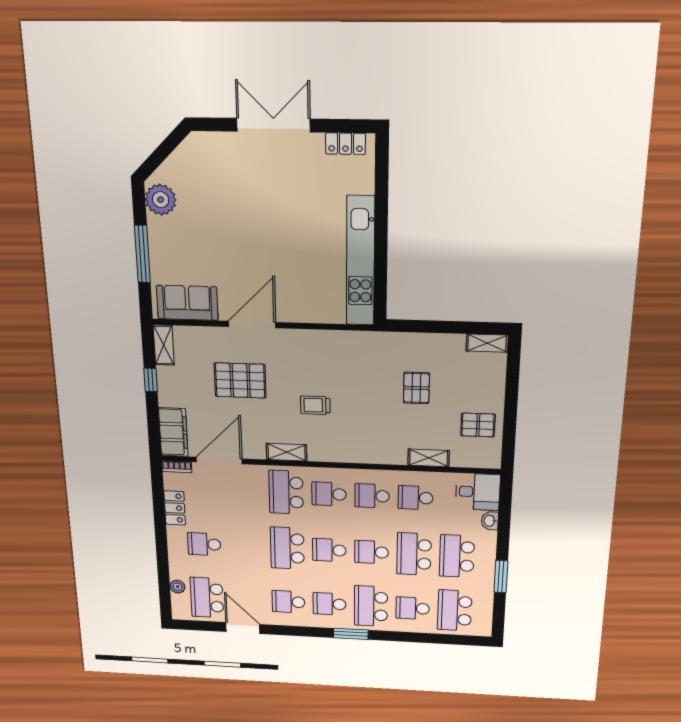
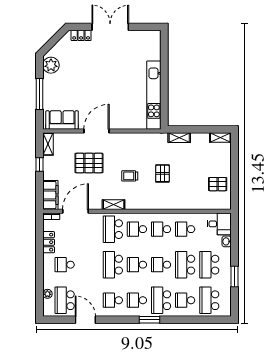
locker: (345, 144) -> (81, 35), moved
pallet: (416, 388) -> (162, 173), moved
shelving: (429, 458) -> (179, 138), moved

